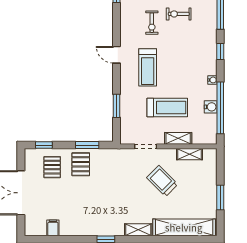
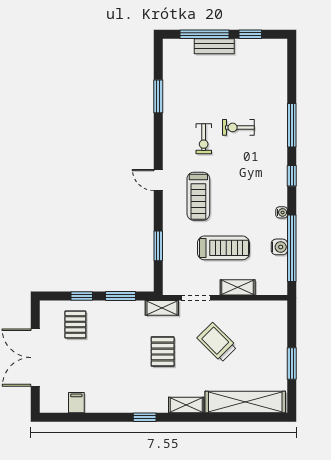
window: (44, 145) -> (82, 296), moved
shelving: (190, 154) -> (162, 308), moved
pallet: (81, 164) -> (163, 352), moved

